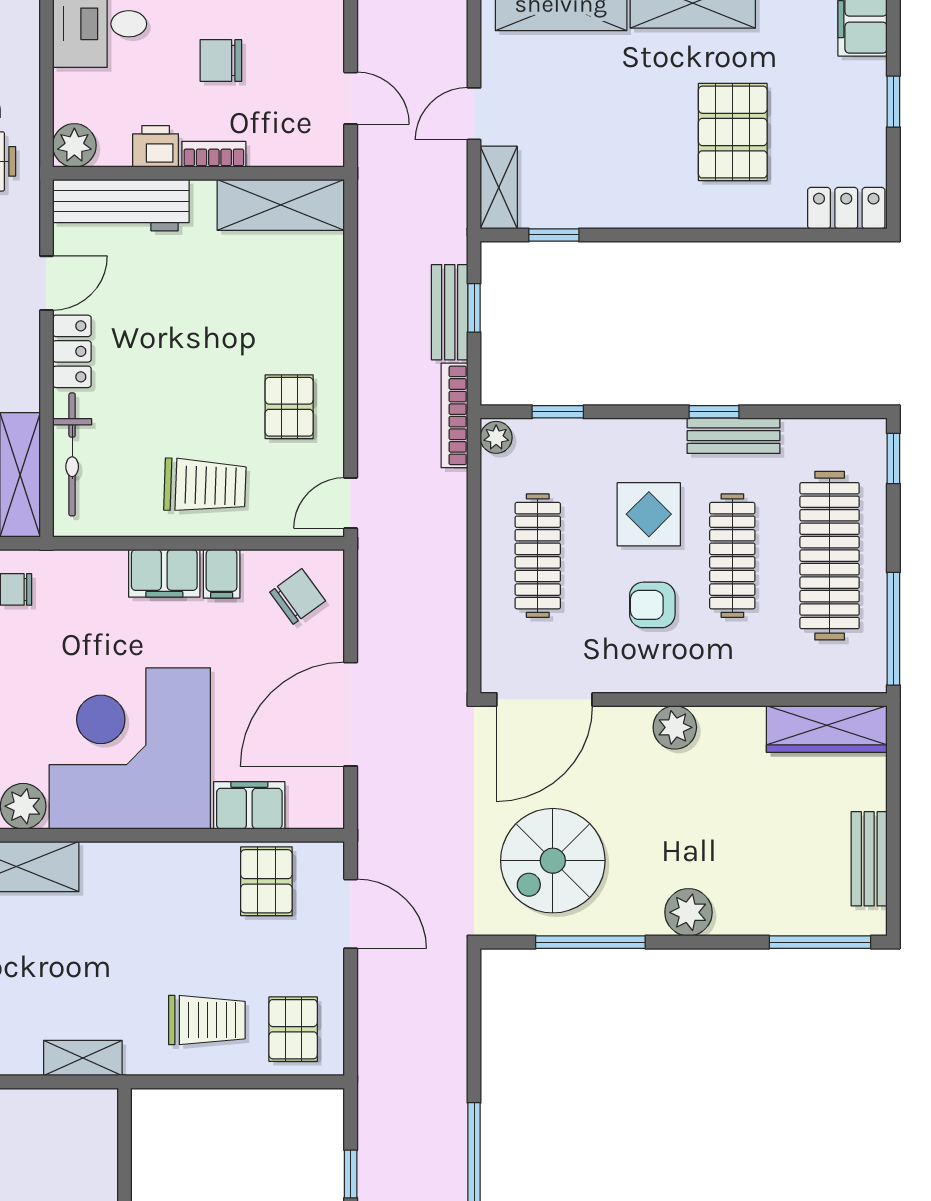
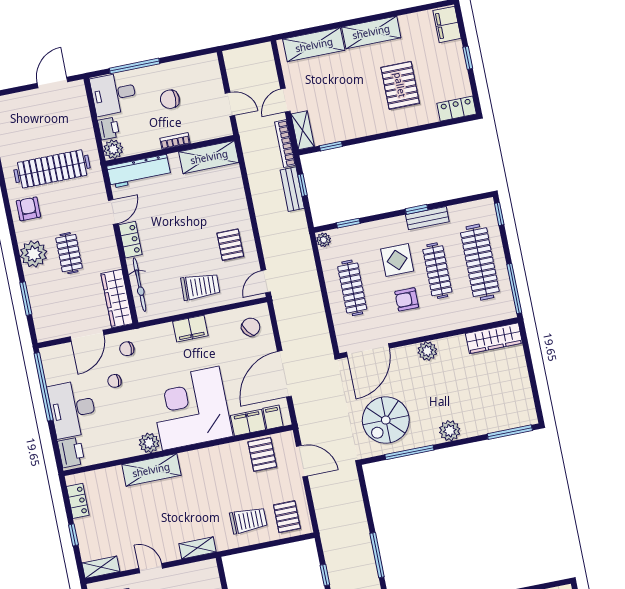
printer: (156, 146) -> (109, 128), moved, turned 90
bookcase: (454, 415) -> (285, 144), moved
filing cabinet: (222, 574) -> (273, 417), moved, turned 180
bench: (869, 859) -> (524, 391), removed

